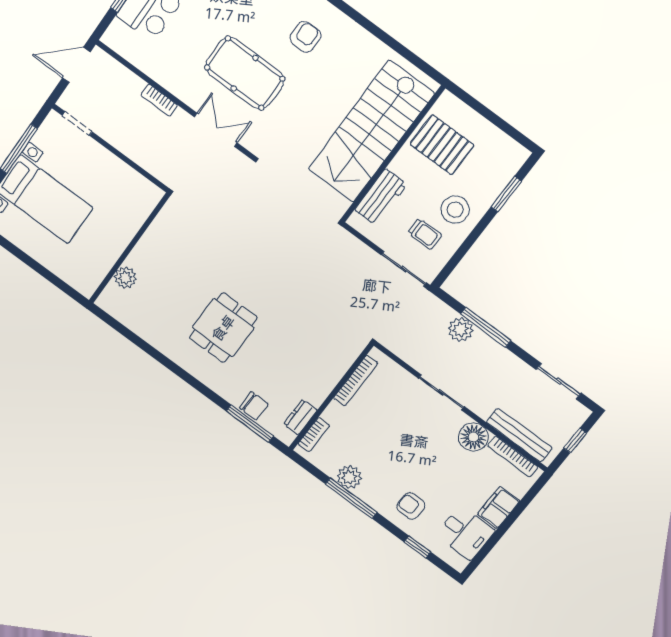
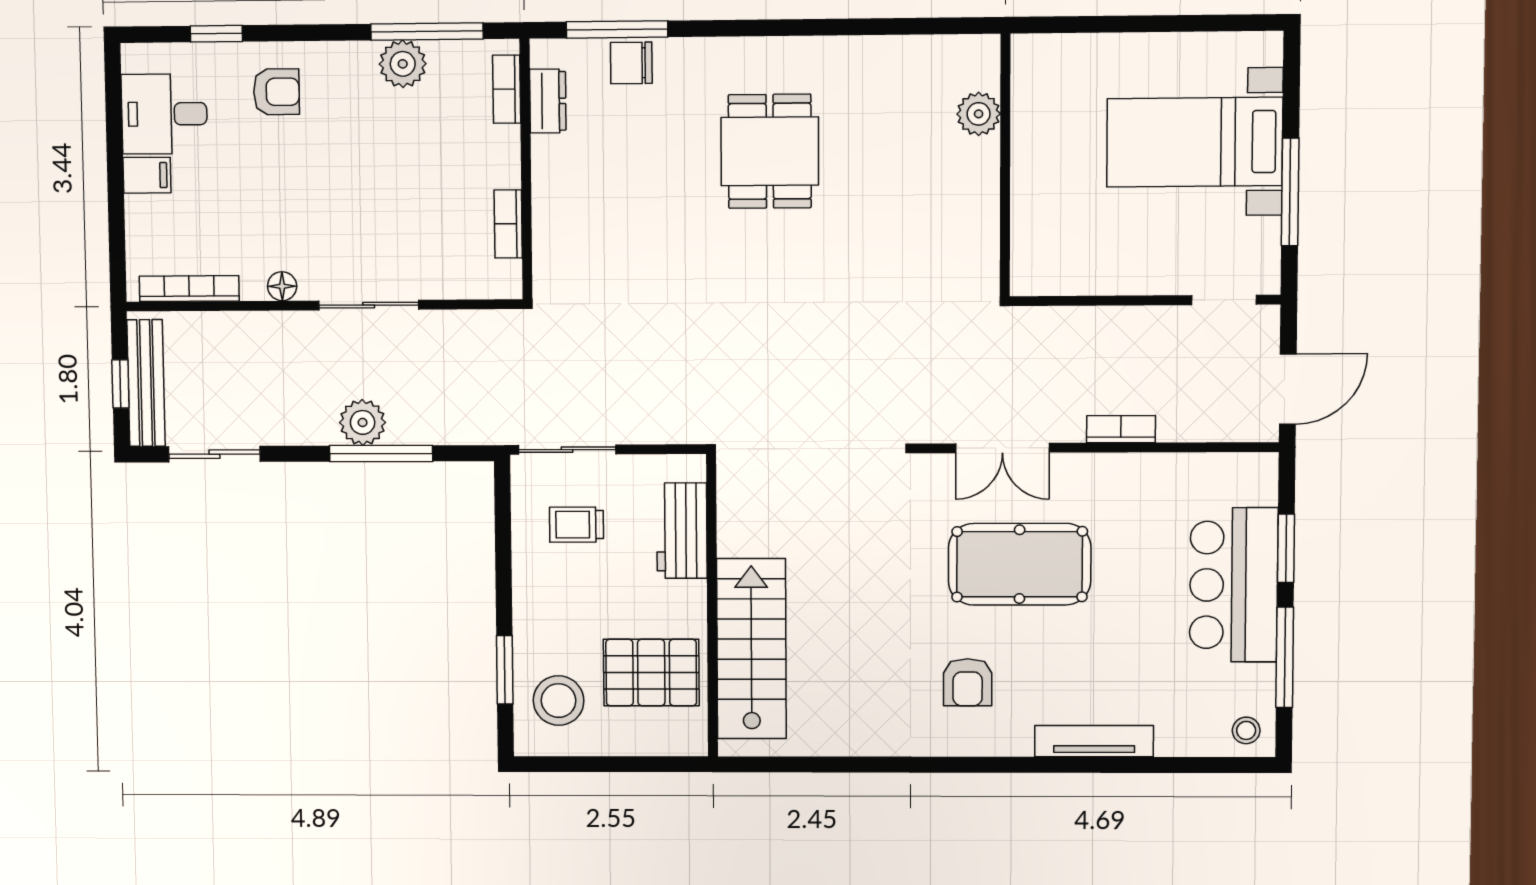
stairs: (371, 131) -> (751, 649), width x0.73, depth x0.66
stool: (455, 210) -> (559, 701), moved
plant: (461, 329) -> (363, 422), moved
bookcase: (356, 381) -> (508, 224), width x0.64
bench: (519, 435) -> (146, 383), moved, turned 90
floor lamp: (473, 437) -> (282, 286), width x0.53, depth x0.53
window: (351, 498) -> (427, 31), moved
filing cabinet: (499, 508) -> (147, 175), width x0.50

